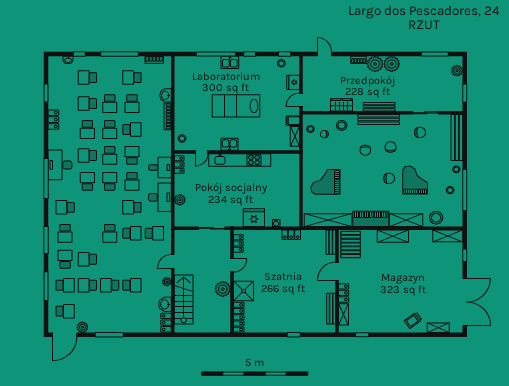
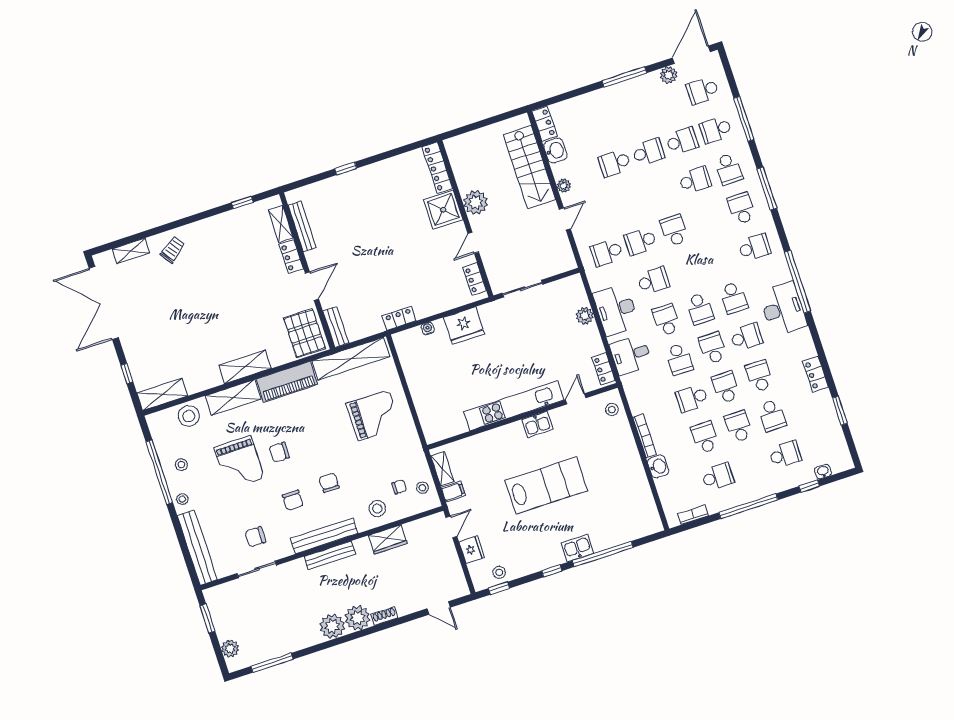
school desk: (87, 104) -> (772, 415), turned 90

